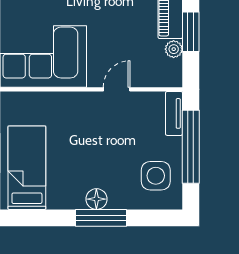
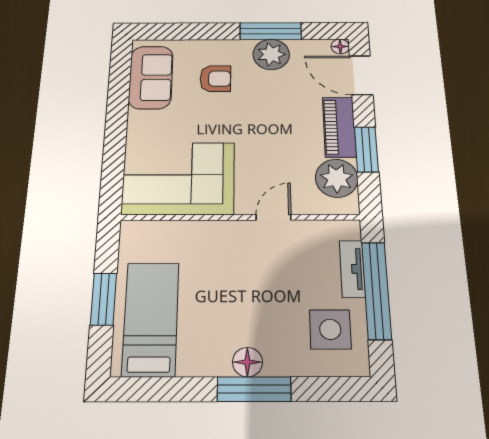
plant: (174, 49) -> (337, 178), width x1.87, depth x1.87
tv unit: (174, 113) -> (352, 269), moved

